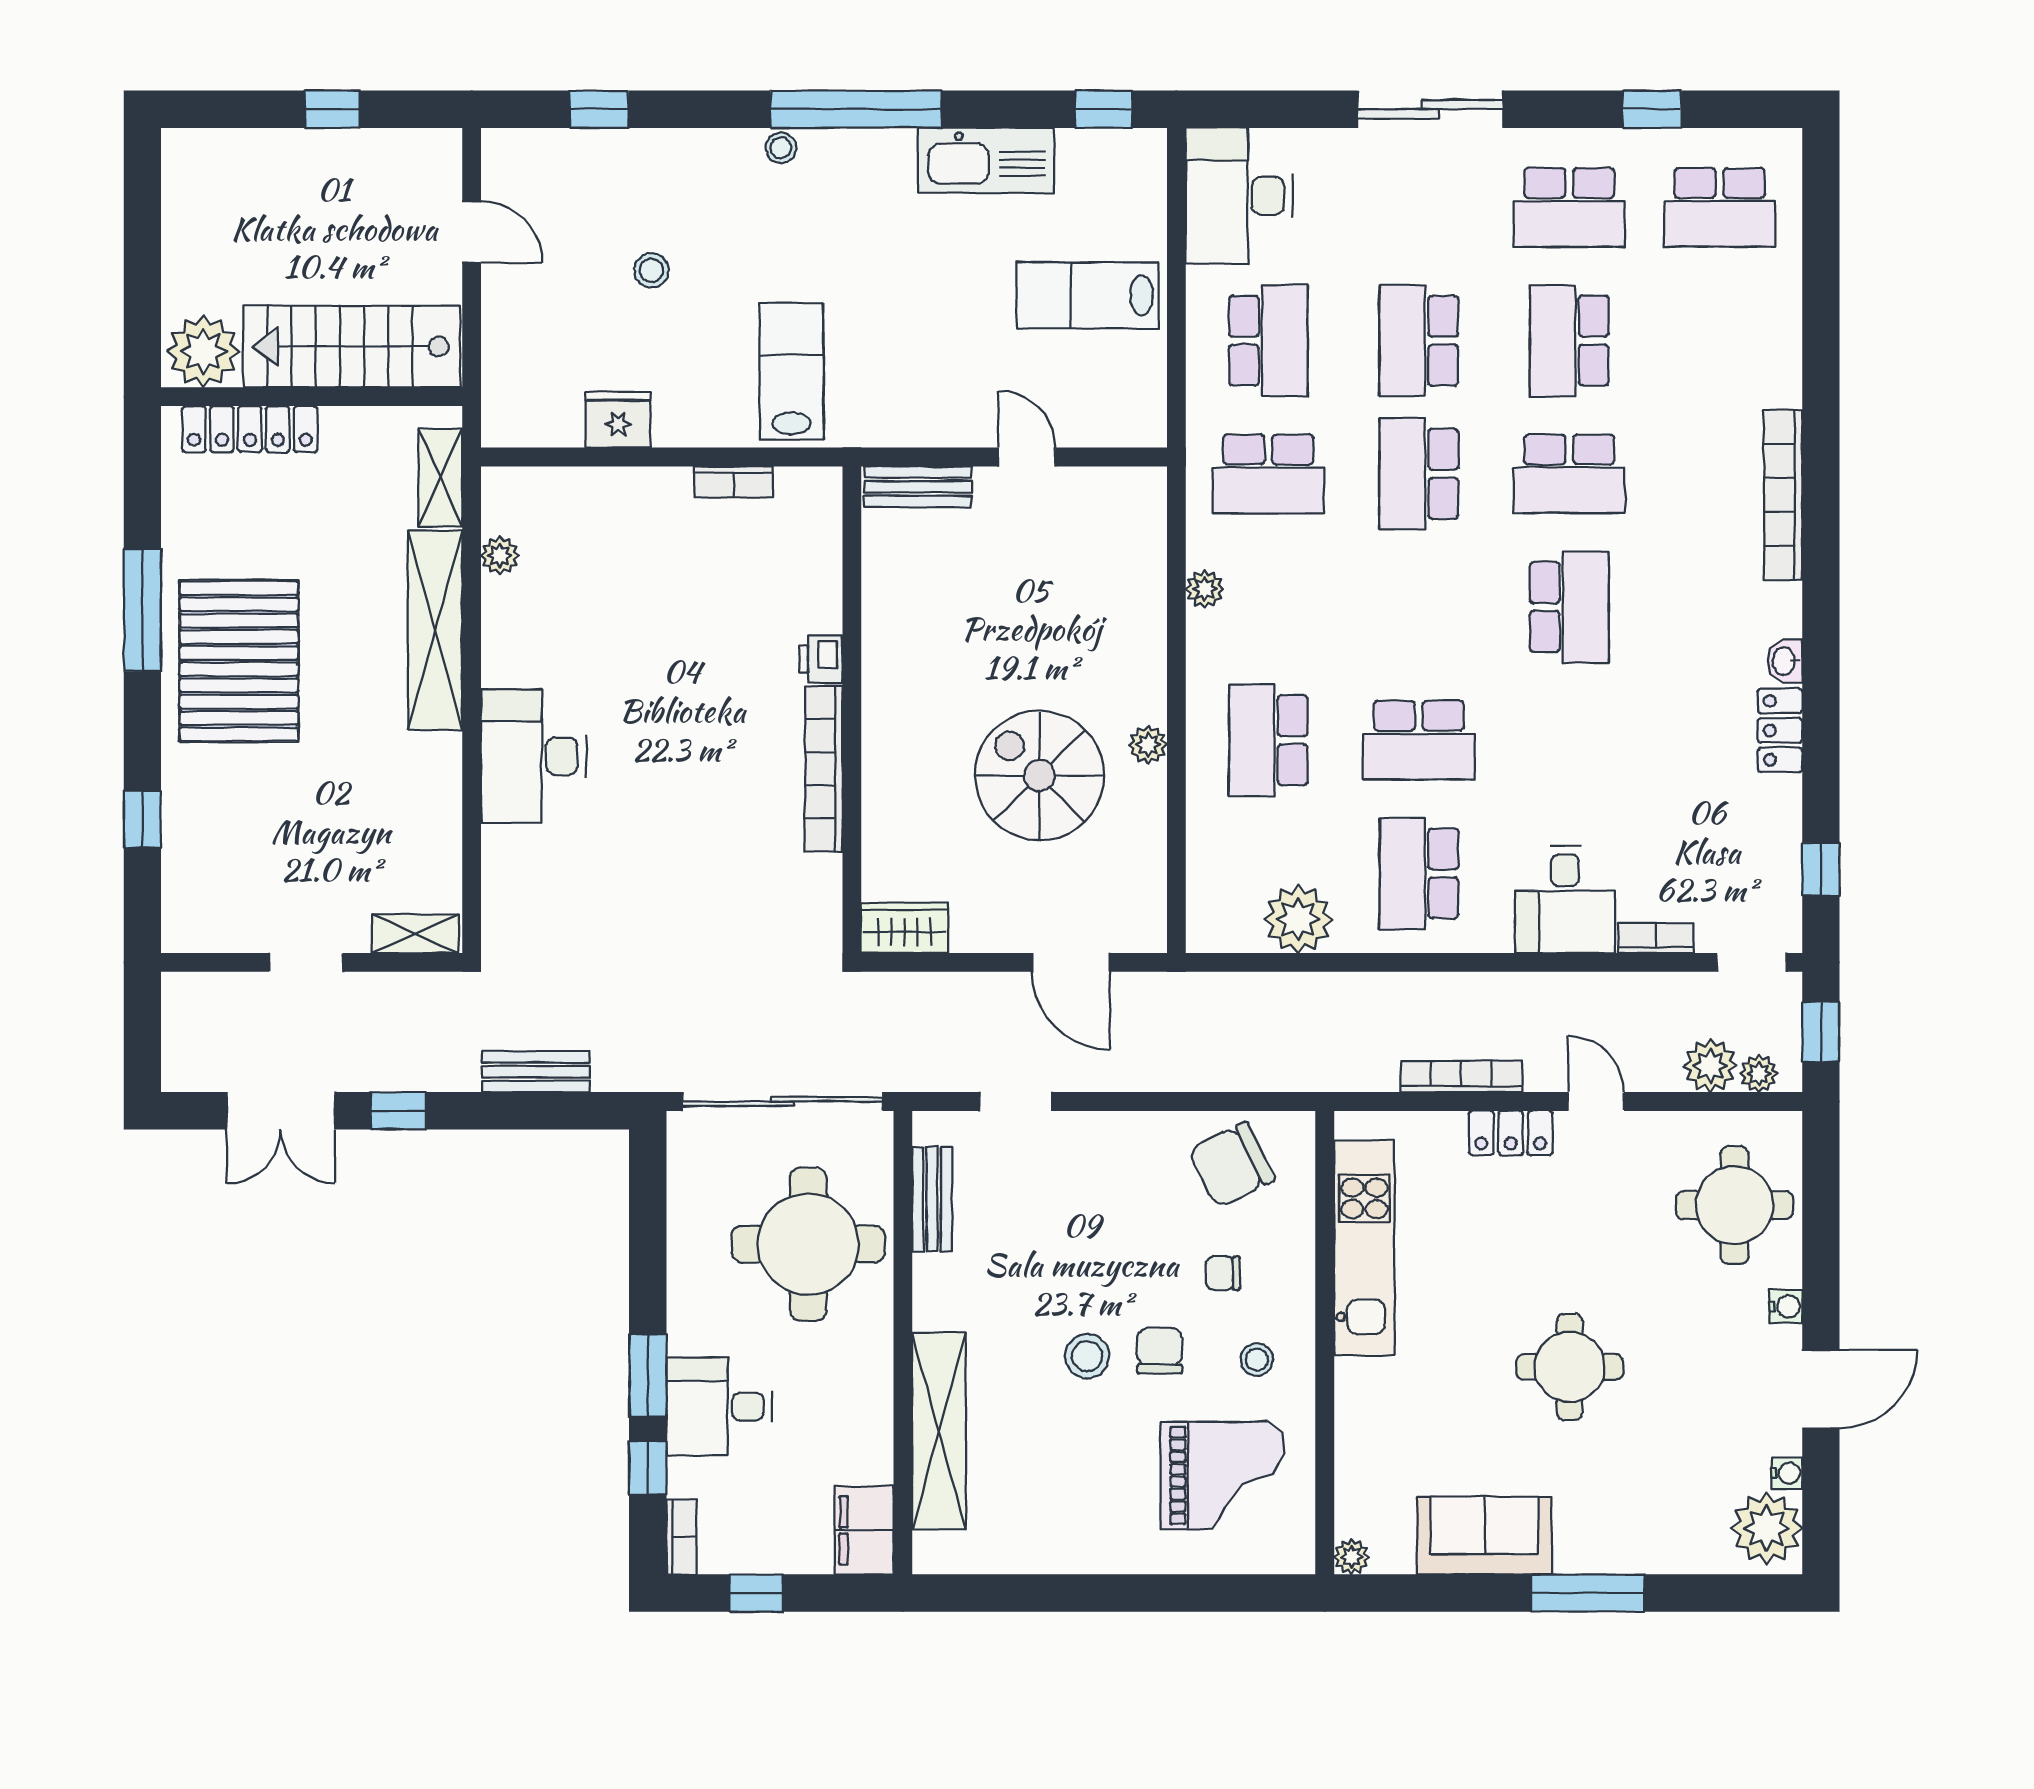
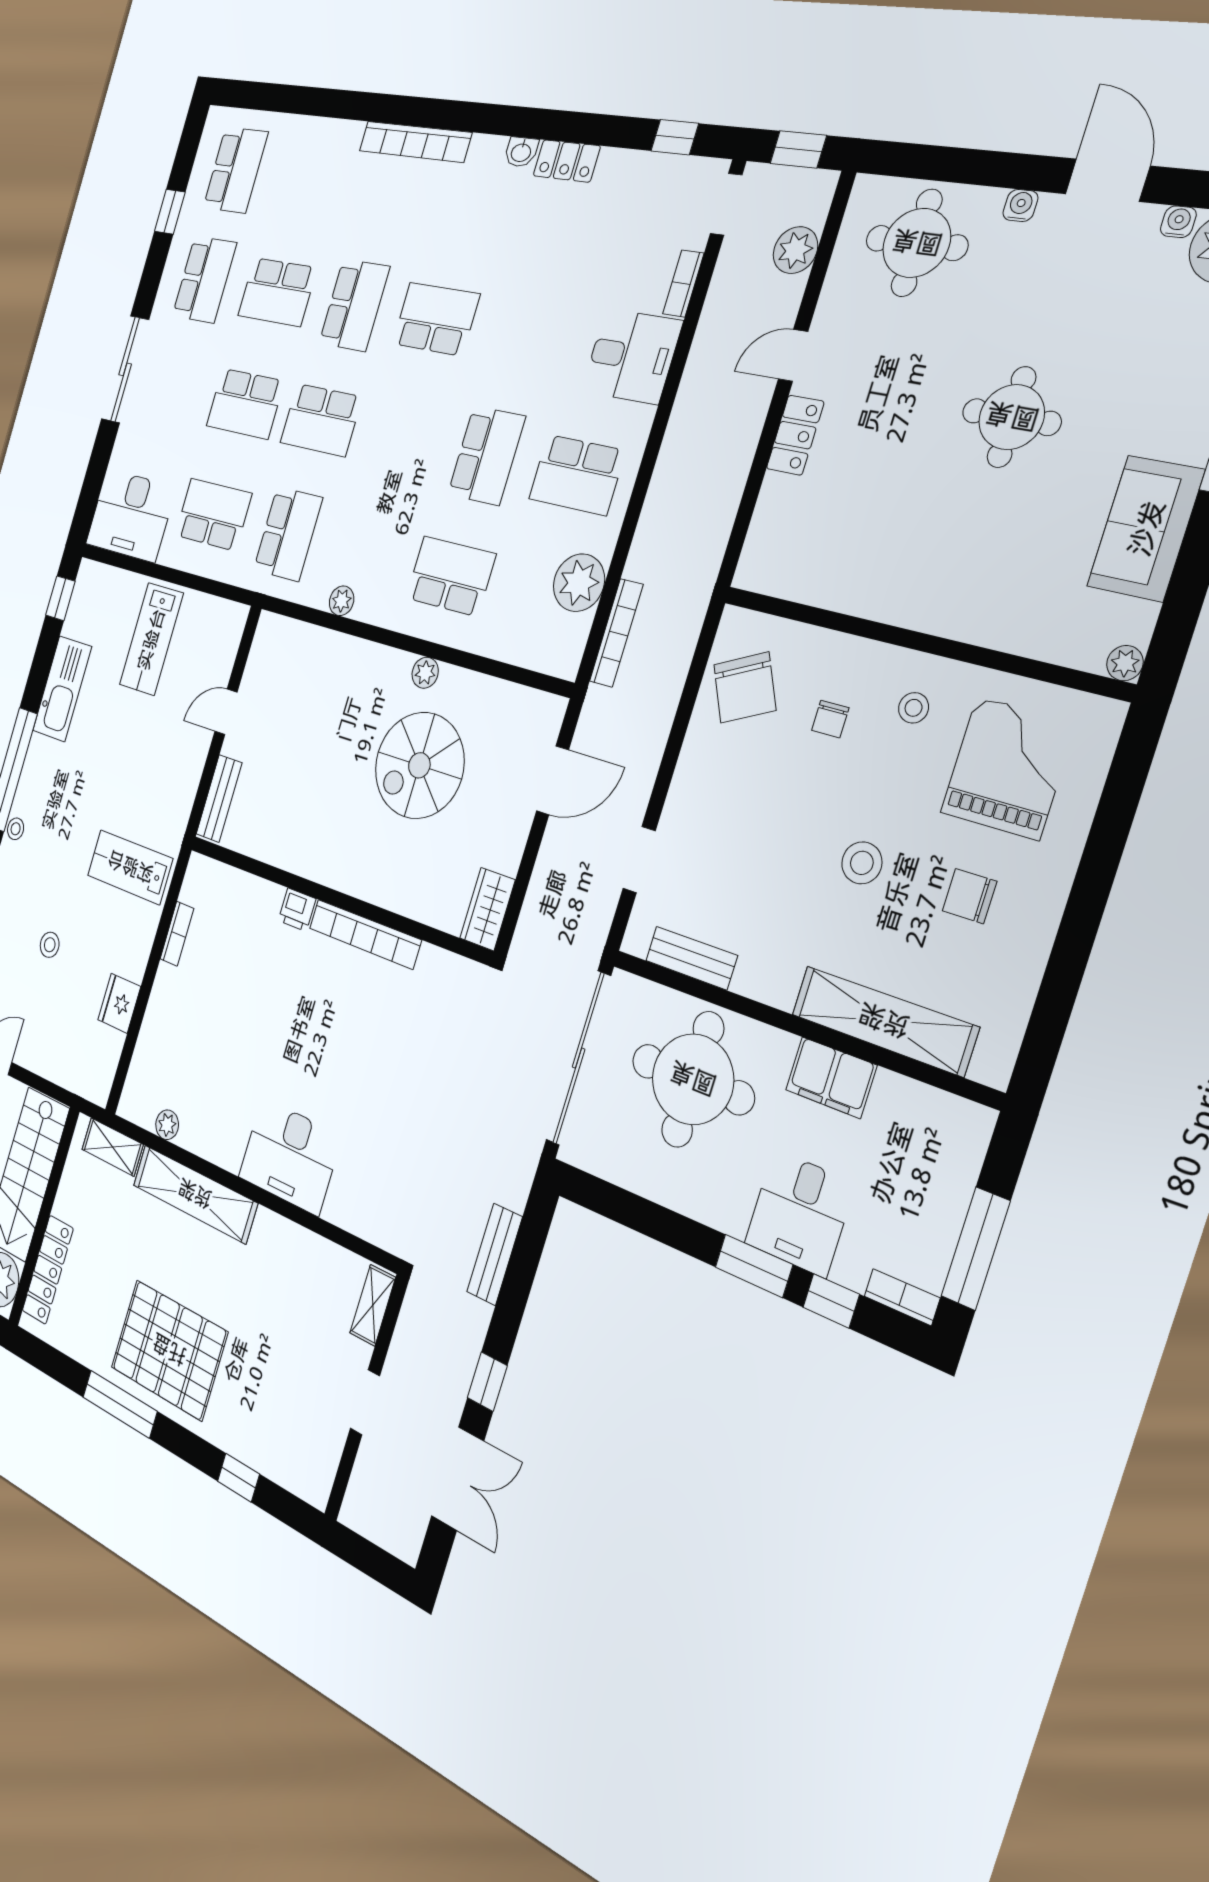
school desk: (1268, 740) -> (451, 576), turned 180
plant: (1759, 1074) -> (815, 208), removed
bookcase: (1461, 1077) -> (616, 633), moved, turned 180
kitchen unit: (1364, 1248) -> (849, 586), removed
chair: (1160, 1351) -> (970, 896), moved
filing cabinet: (864, 1530) -> (831, 1078), moved
window: (756, 1593) -> (976, 1249), width x2.17

